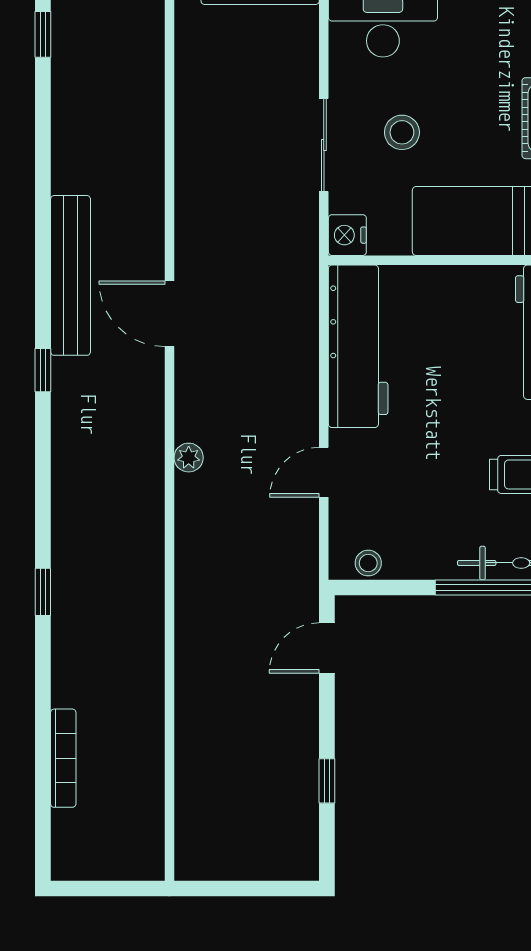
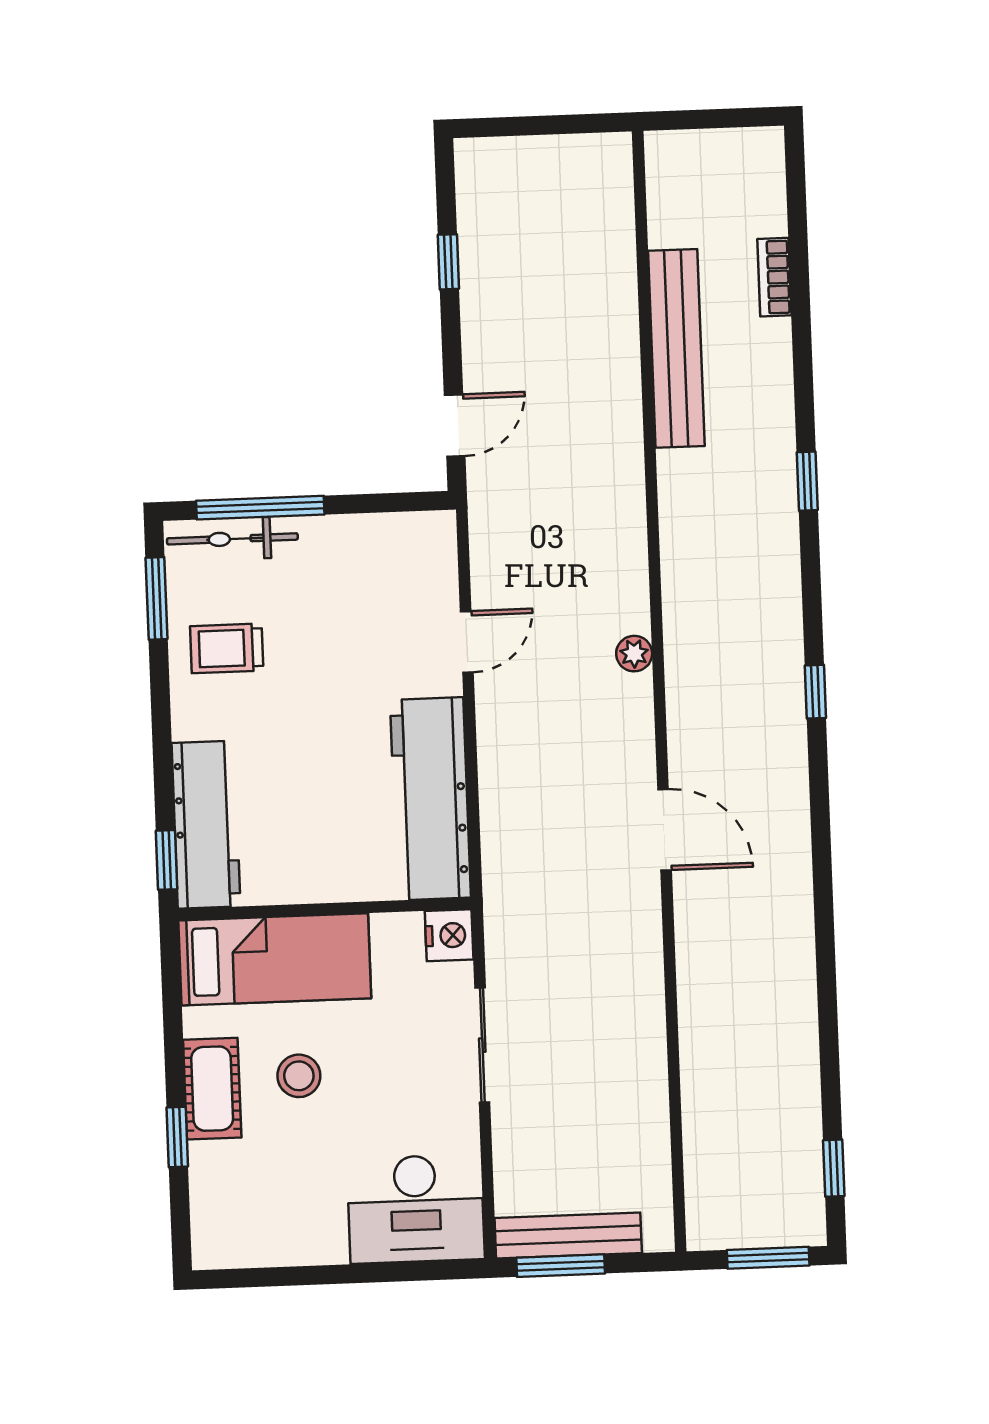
stool: (402, 132) -> (299, 1076), moved
bench: (71, 275) -> (676, 348), moved
window: (43, 370) -> (815, 692), moved
stool: (368, 563) -> (408, 532), removed
bookcase: (63, 758) -> (774, 277), width x0.64

